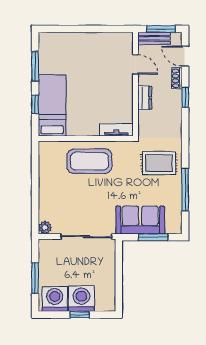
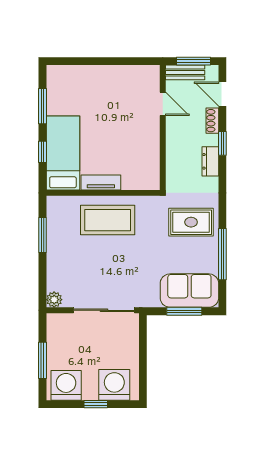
dresser: (145, 98) -> (210, 161), moved, turned 180
tv unit: (116, 130) -> (101, 182), moved
window: (35, 174) -> (42, 235), added
sofa: (140, 220) -> (189, 291), moved
washing machine: (81, 299) -> (114, 385), moved

